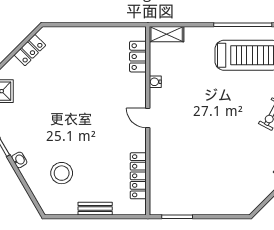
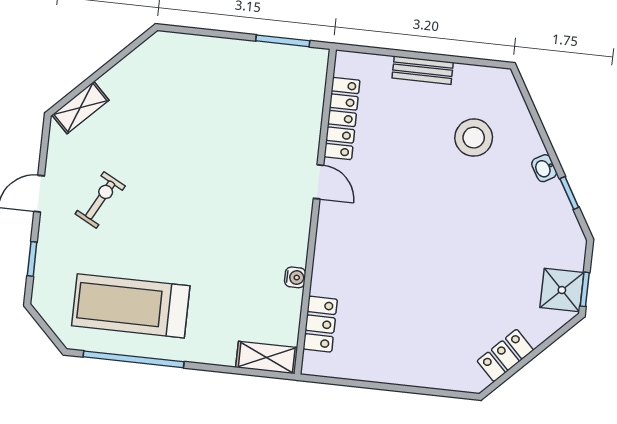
door: (148, 118) -> (318, 182), moved

